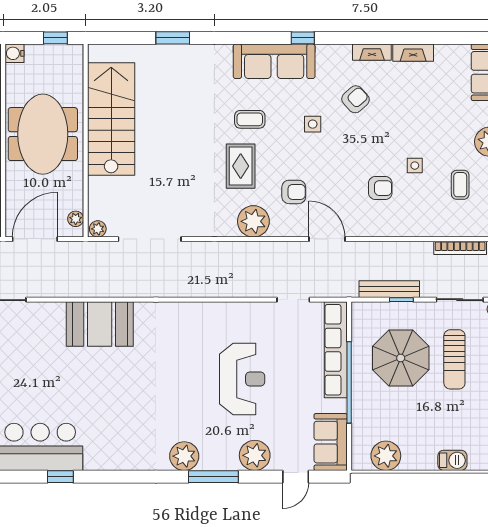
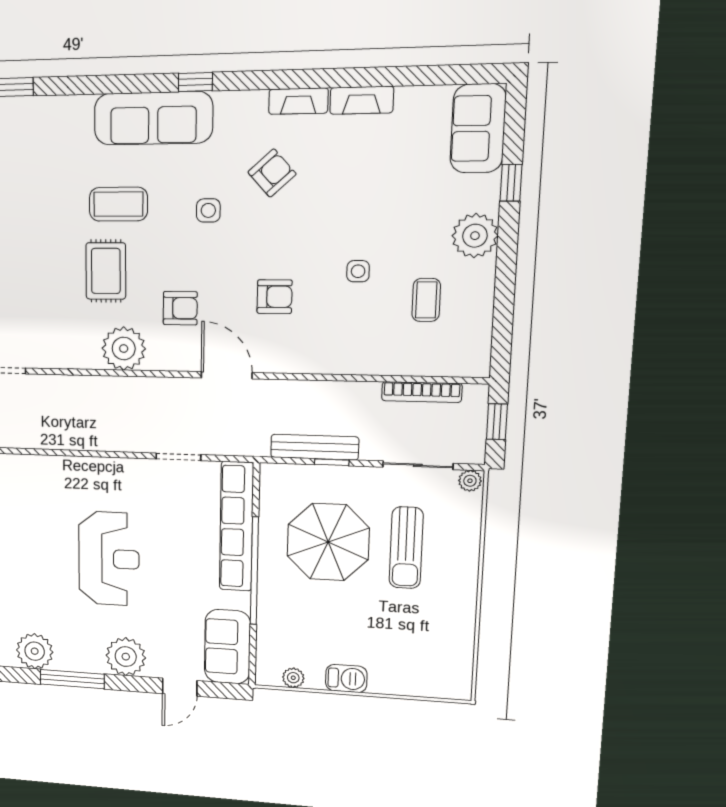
coffee table: (250, 119) -> (118, 204), width x1.36, depth x1.30
armchair: (380, 188) -> (275, 297), moved
plant: (386, 456) -> (293, 678), width x0.53, depth x0.53
barbecue: (452, 460) -> (346, 678), moved

